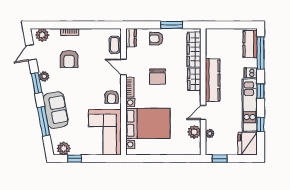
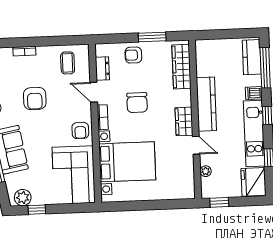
dresser: (131, 38) -> (102, 69), moved
coffee table: (114, 45) -> (68, 63), moved
armchair: (69, 59) -> (35, 99), moved
wardrobe: (194, 79) -> (184, 121), moved
door: (203, 112) -> (196, 145), swing flipped
plant: (194, 132) -> (186, 170), removed

